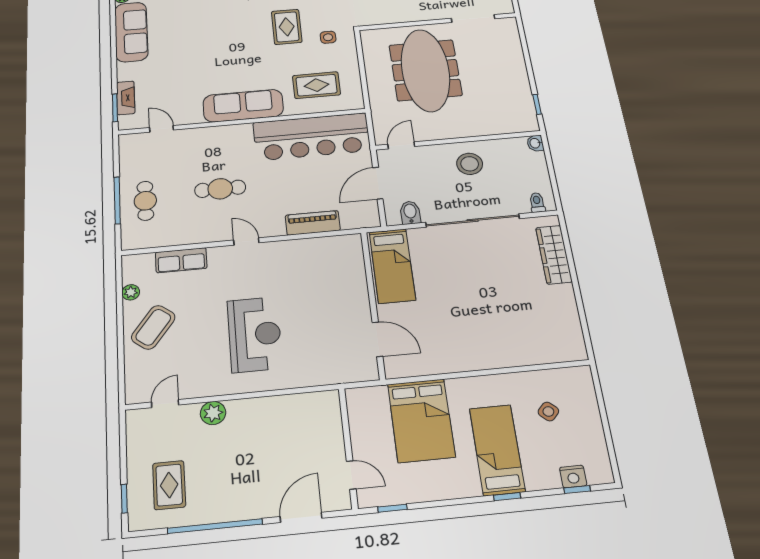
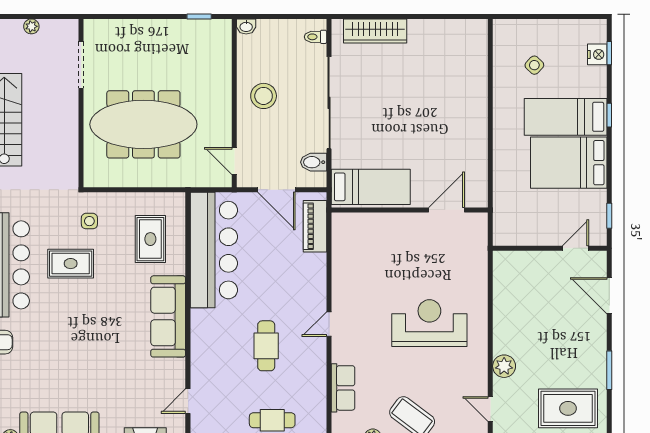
piano: (313, 223) -> (315, 226), moved
bed: (421, 420) -> (569, 163), moved, turned 180
rug: (169, 485) -> (568, 408), width x1.36, depth x1.43
window: (215, 526) -> (609, 370), width x0.47

